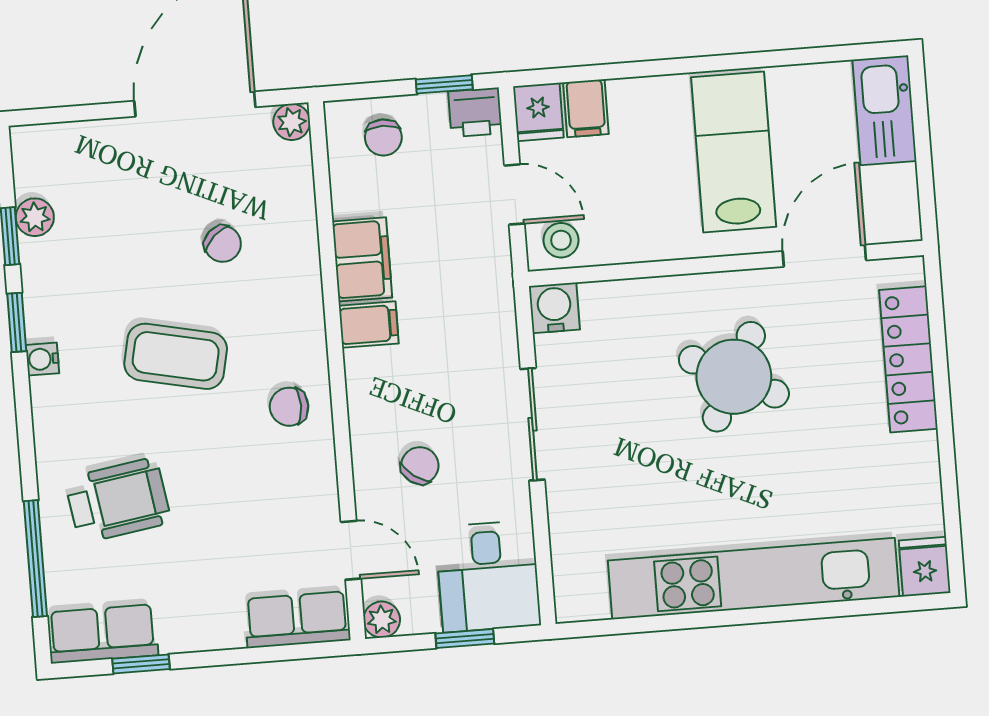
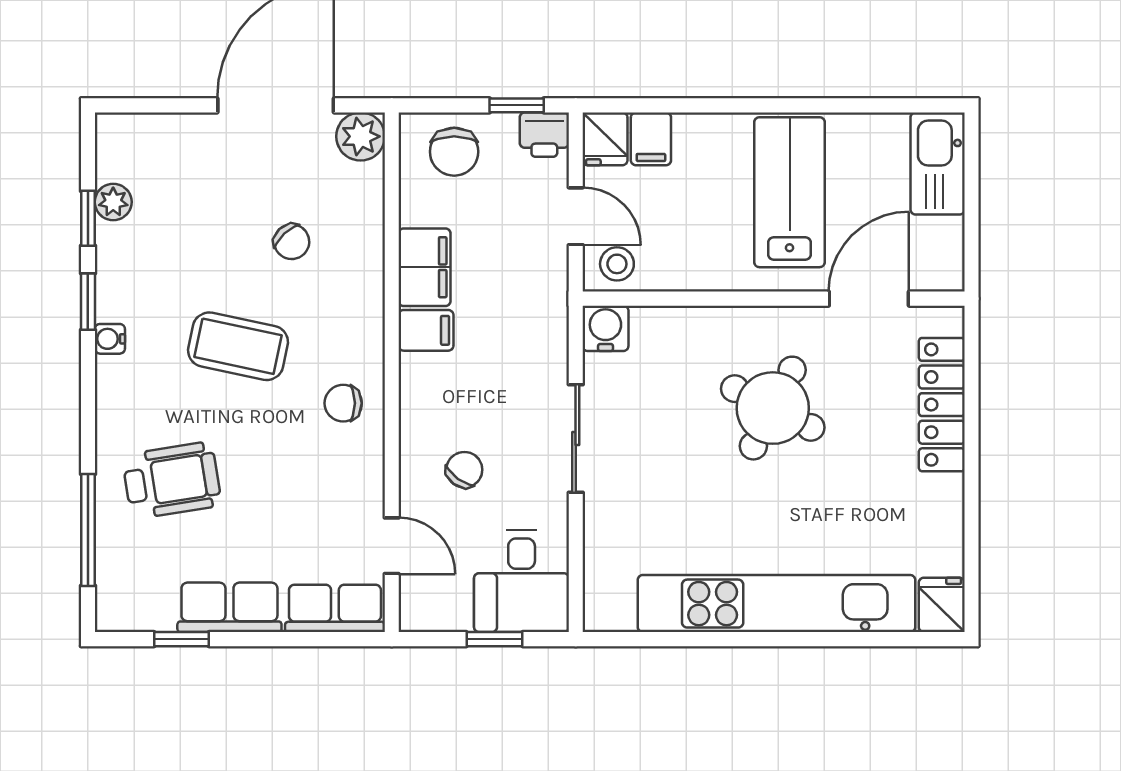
plant: (292, 122) -> (361, 136), width x1.38, depth x1.38
chair: (383, 137) -> (454, 152), width x1.37, depth x1.37
plant: (382, 620) -> (416, 615), removed
row of seats: (103, 634) -> (229, 607), moved

